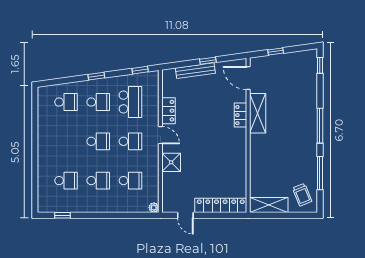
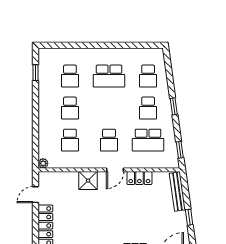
bench: (195, 71) -> (177, 192), moved
school desk: (98, 141) -> (109, 76), moved, width x1.85

